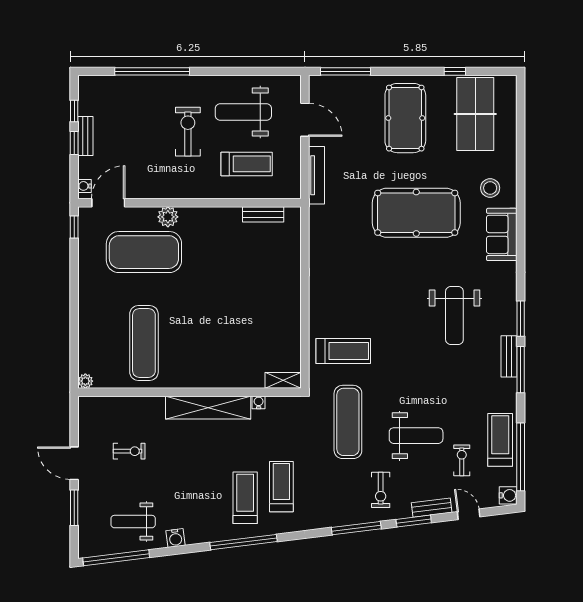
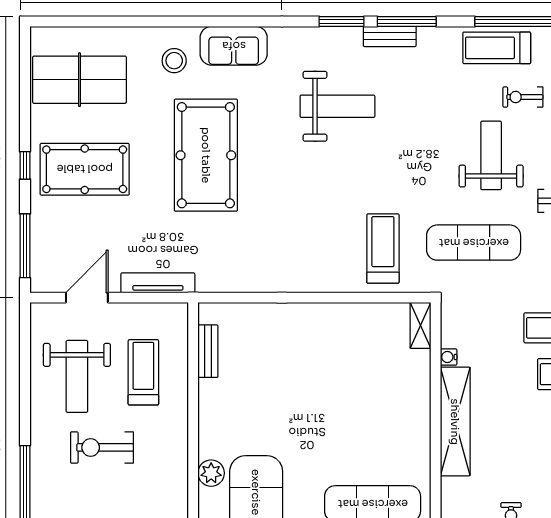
window: (455, 71) -> (25, 165), moved

